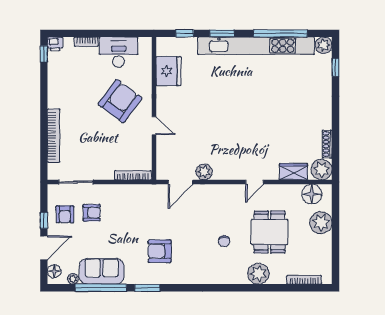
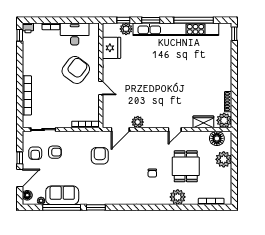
plant: (324, 45) -> (126, 29), moved
window: (335, 67) -> (234, 34), moved
armchair: (160, 251) -> (100, 156), moved, turned 90

